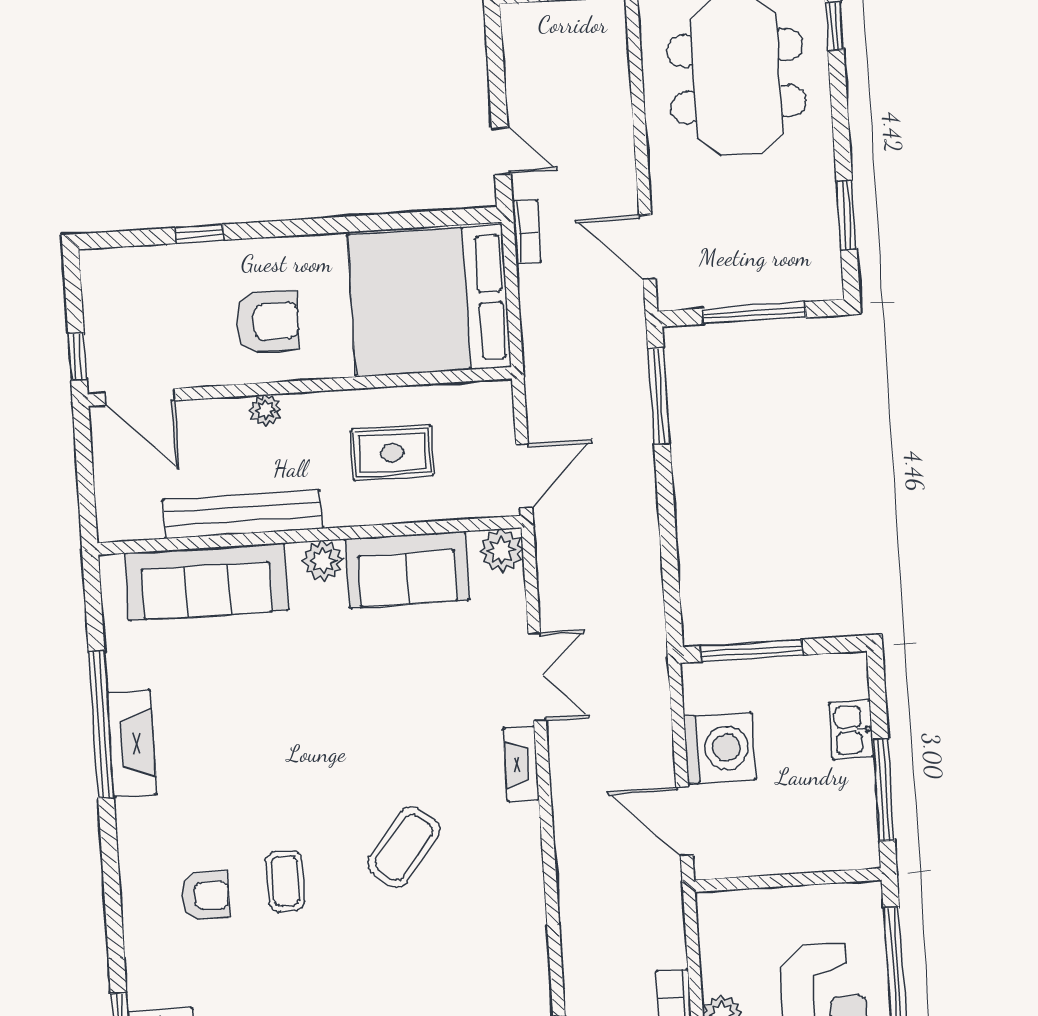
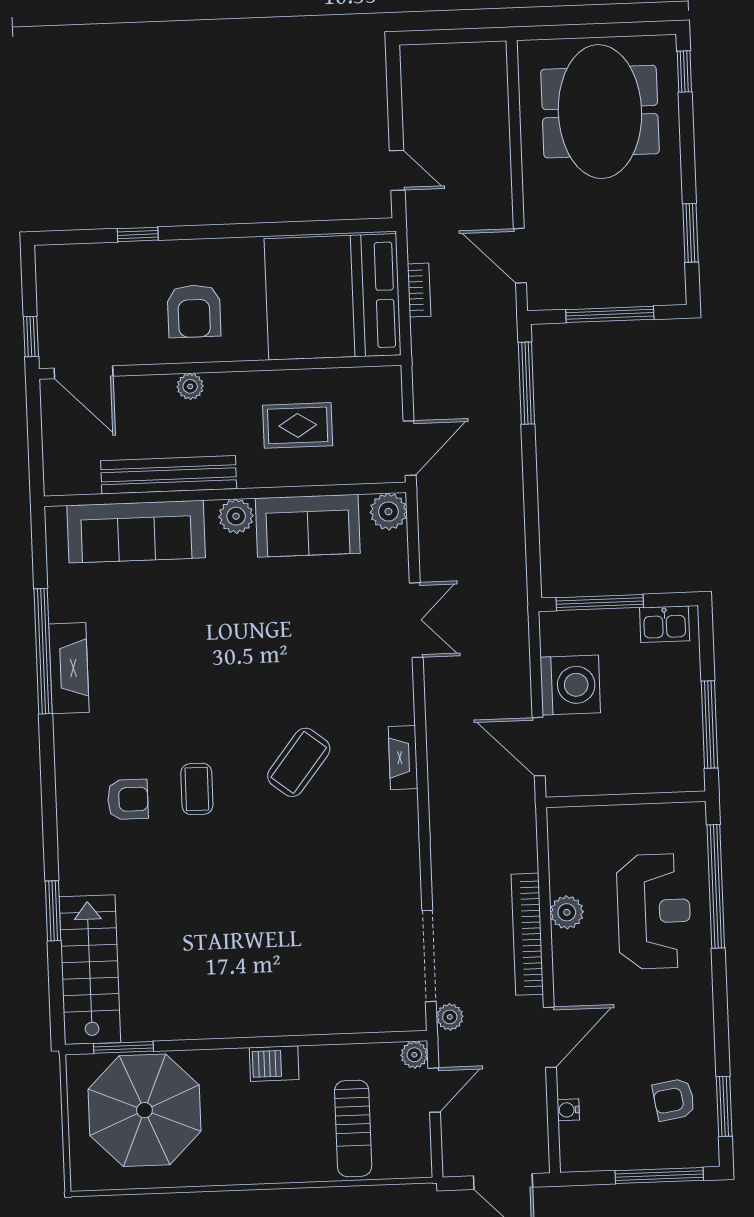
bookcase: (527, 232) -> (419, 290), moved
armchair: (267, 322) -> (194, 311), turned 90
kitchen sink: (851, 730) -> (665, 624), moved, turned -90
fireplace: (521, 764) -> (403, 758), moved

